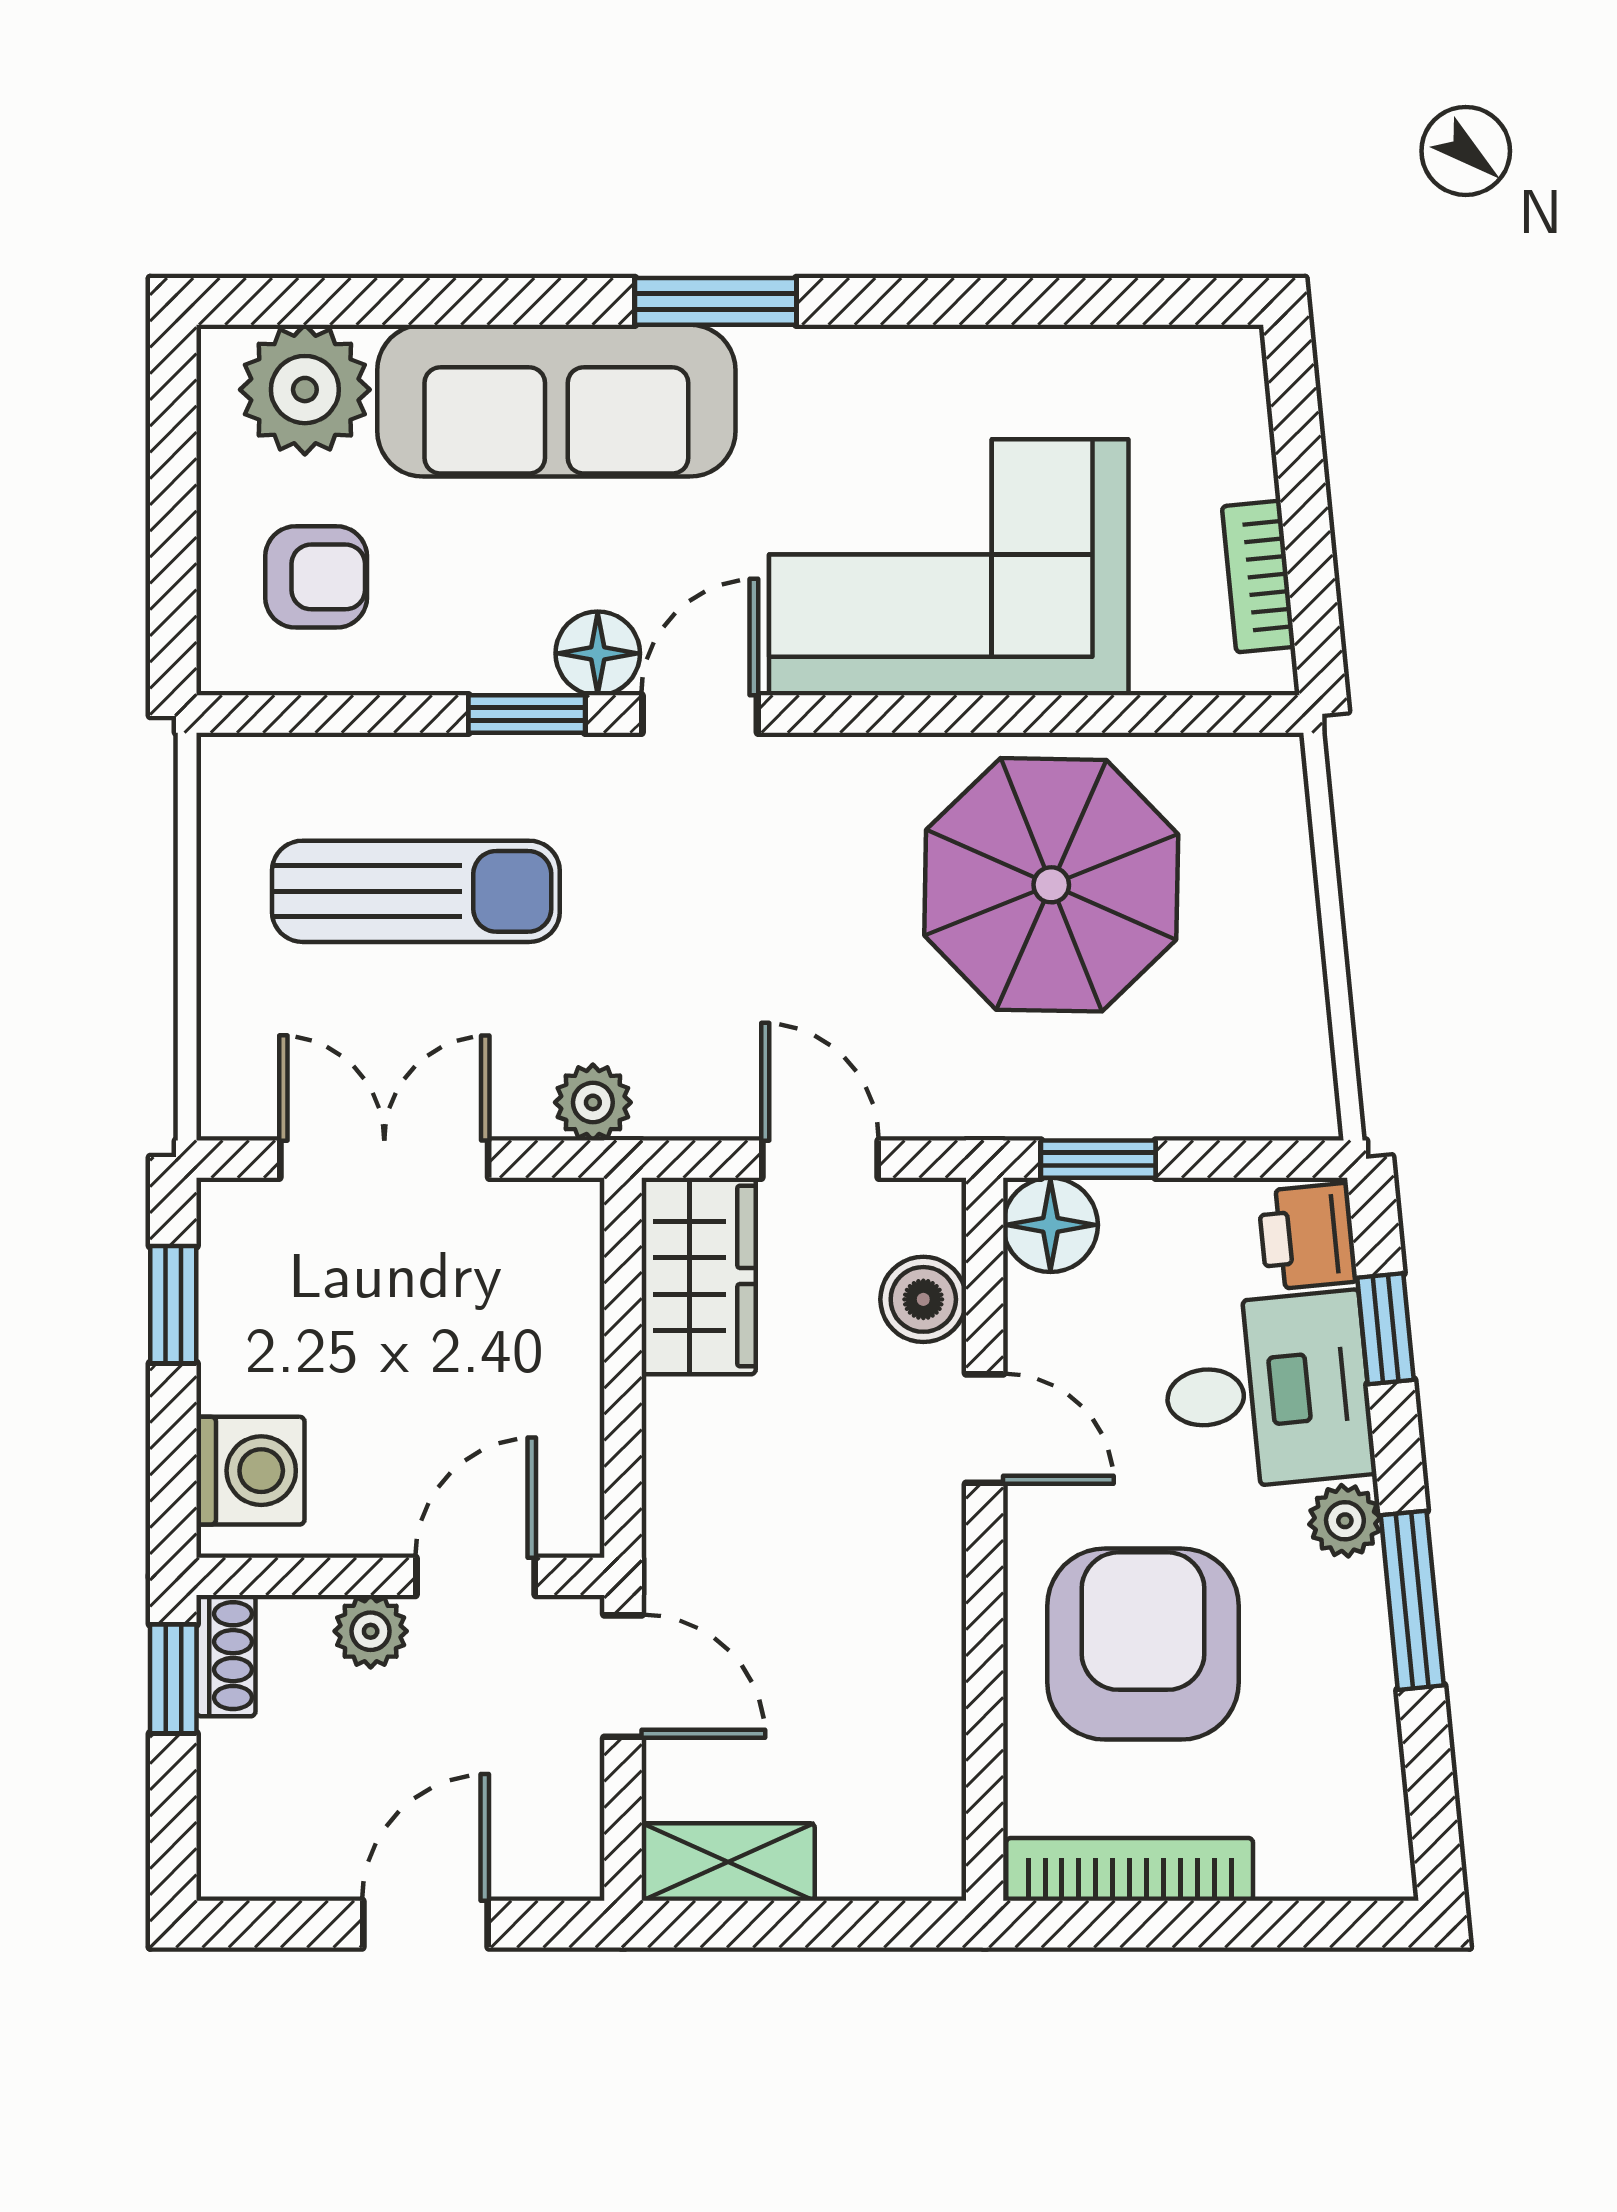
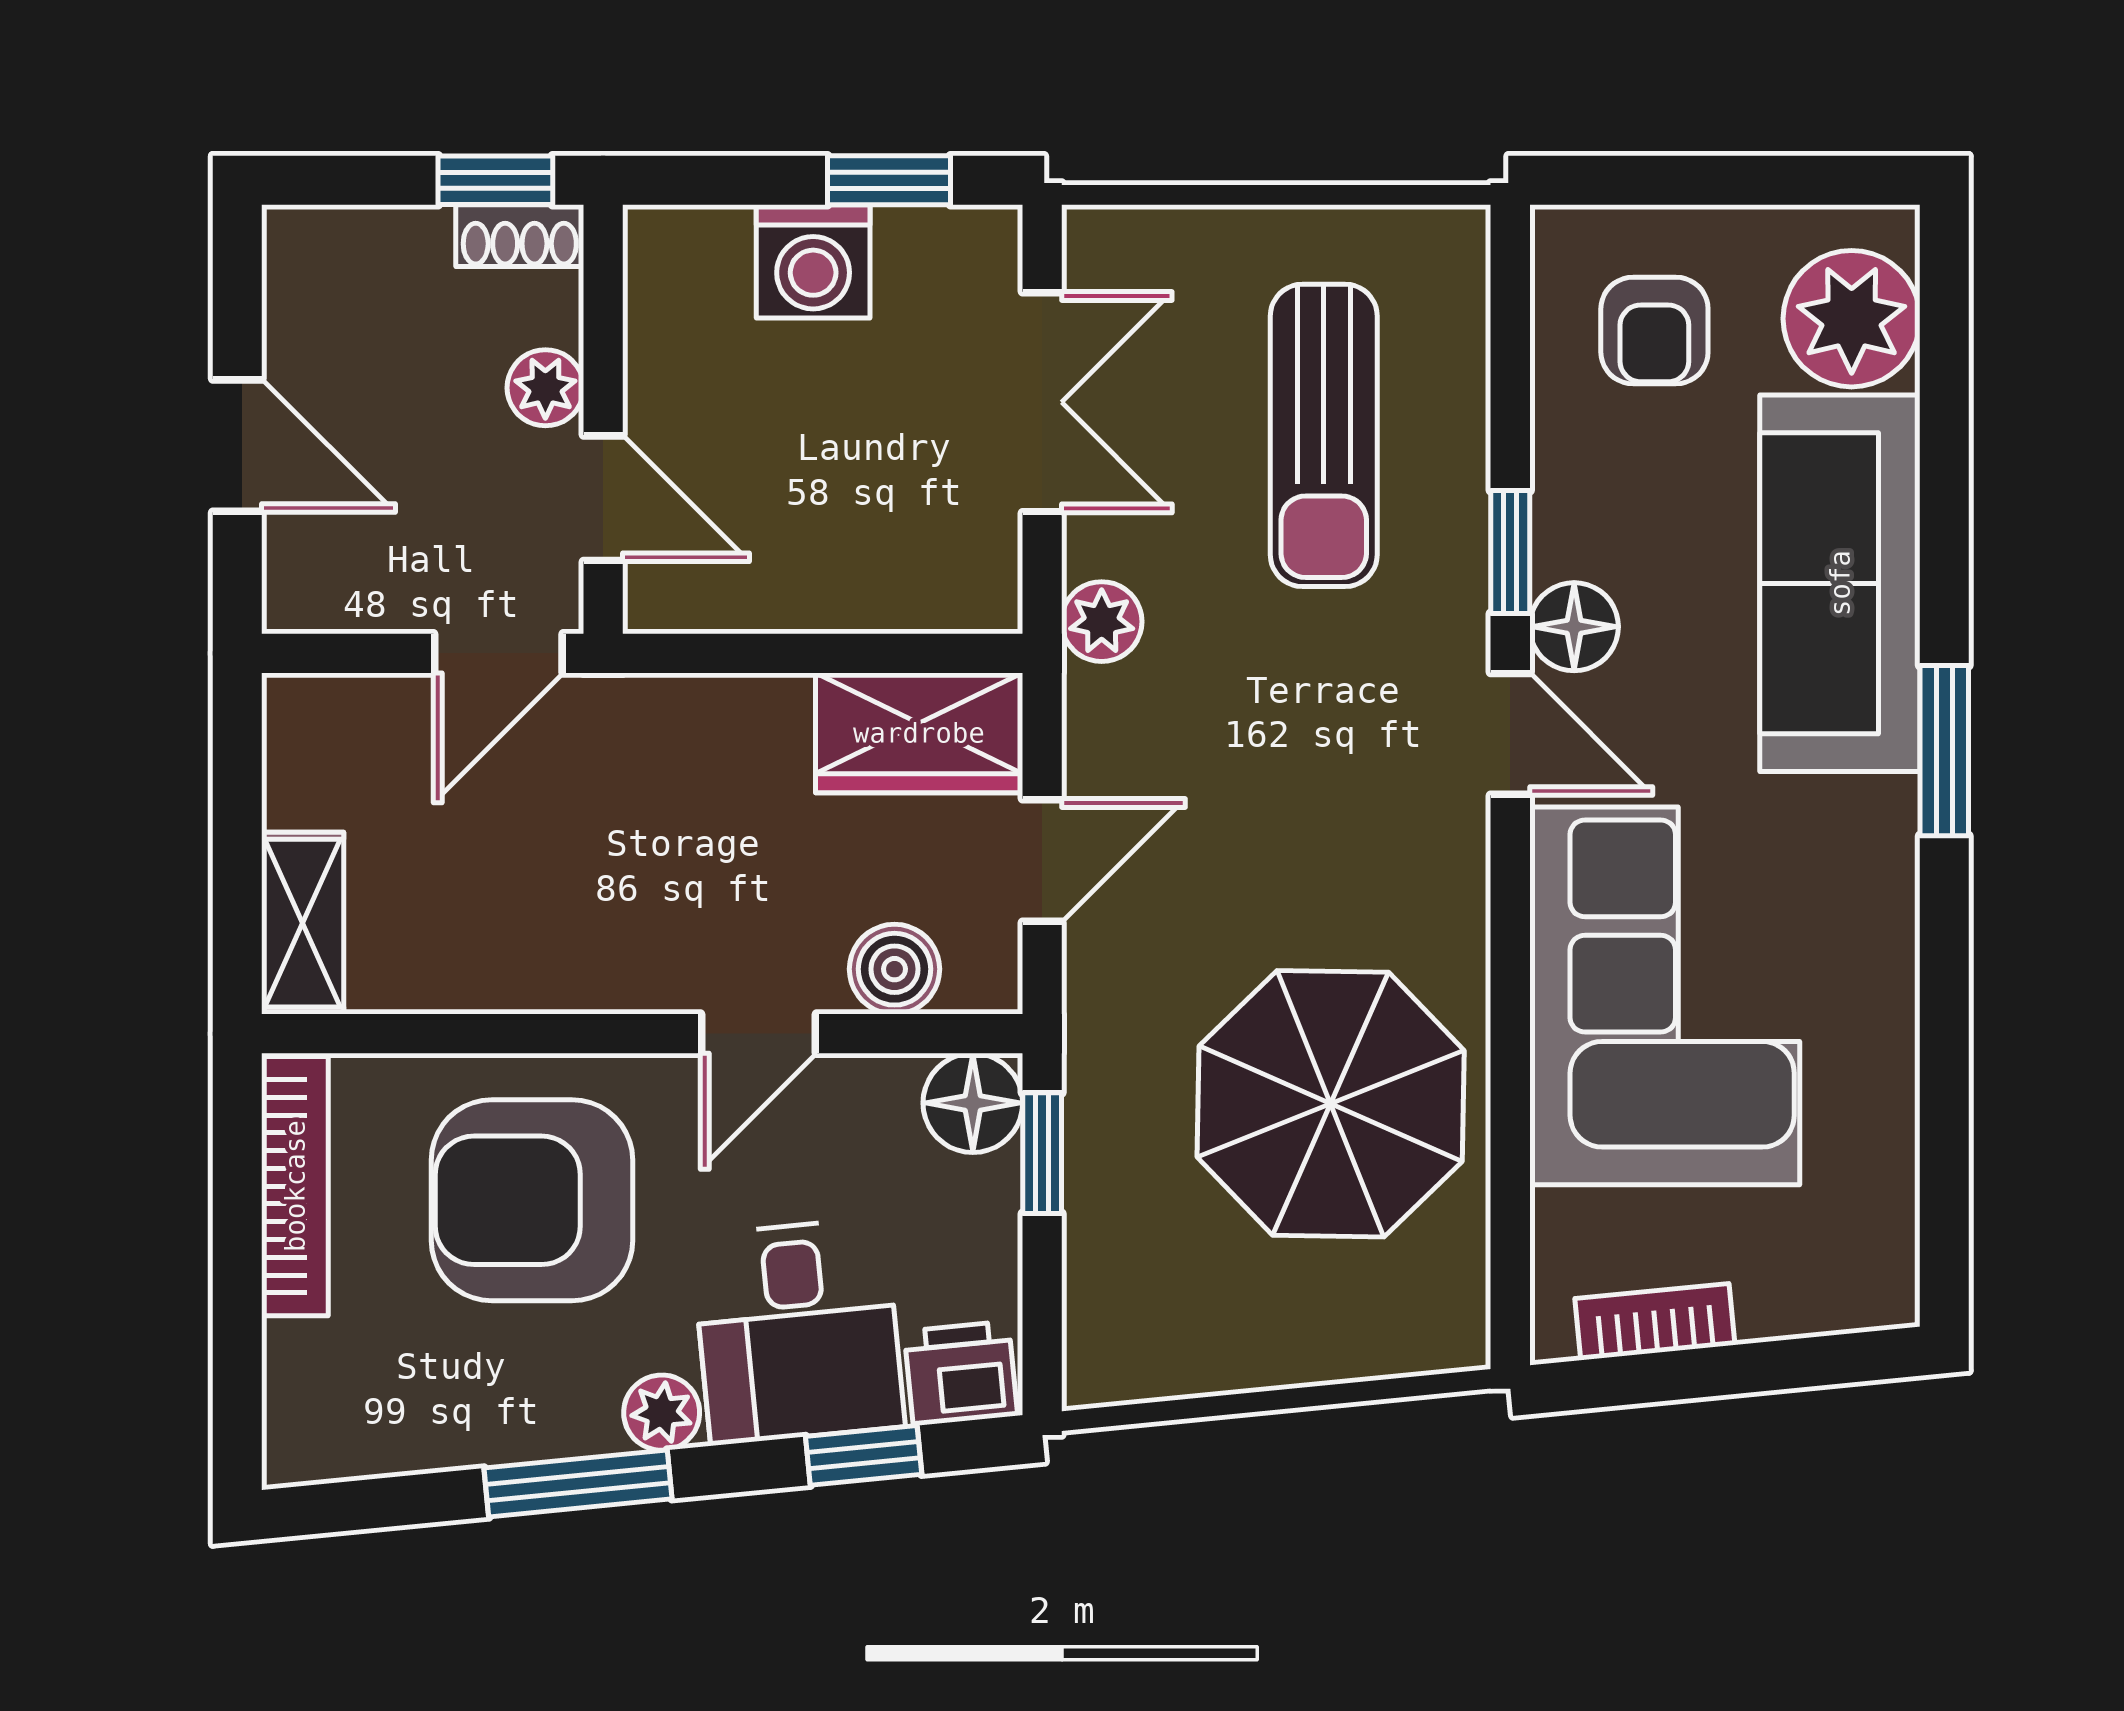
washing machine: (250, 1471) -> (813, 261), moved
armchair: (1143, 1644) -> (532, 1200), turned 180
shelving: (728, 1862) -> (303, 923), moved

